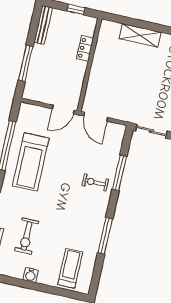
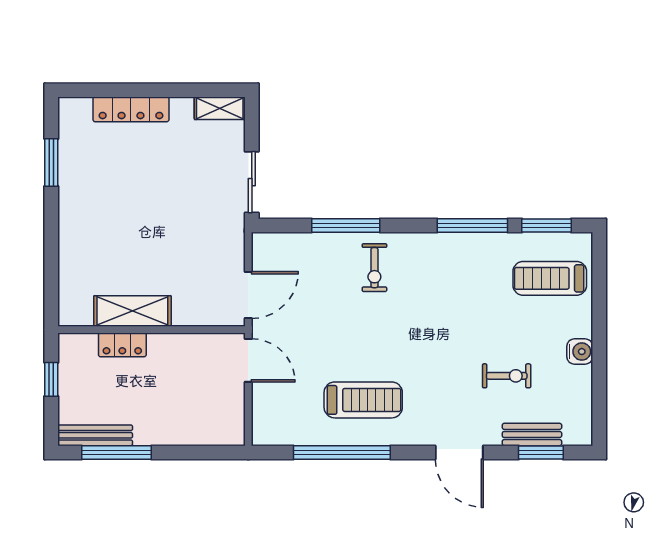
shelving: (140, 35) -> (132, 311), moved, turned 90
window: (26, 63) -> (117, 452), moved
treadmill: (31, 162) -> (363, 400), width x0.73, depth x0.73
exercise bike: (27, 236) -> (507, 376), width x0.73, depth x0.72
window: (97, 273) -> (546, 225), added

